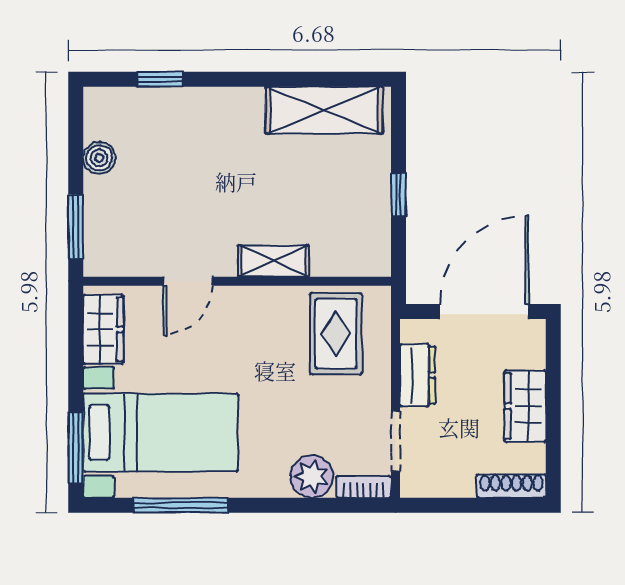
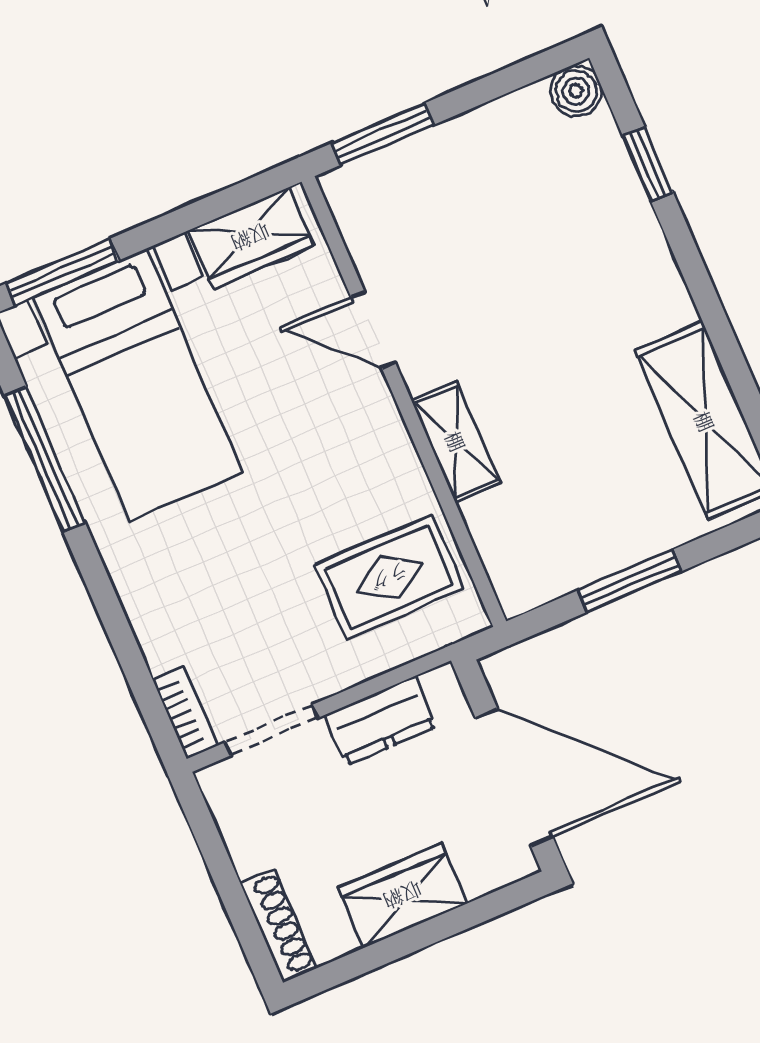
boiler: (99, 158) -> (576, 91), moved
window: (399, 195) -> (630, 581), width x1.50
plant: (312, 477) -> (168, 631), removed

